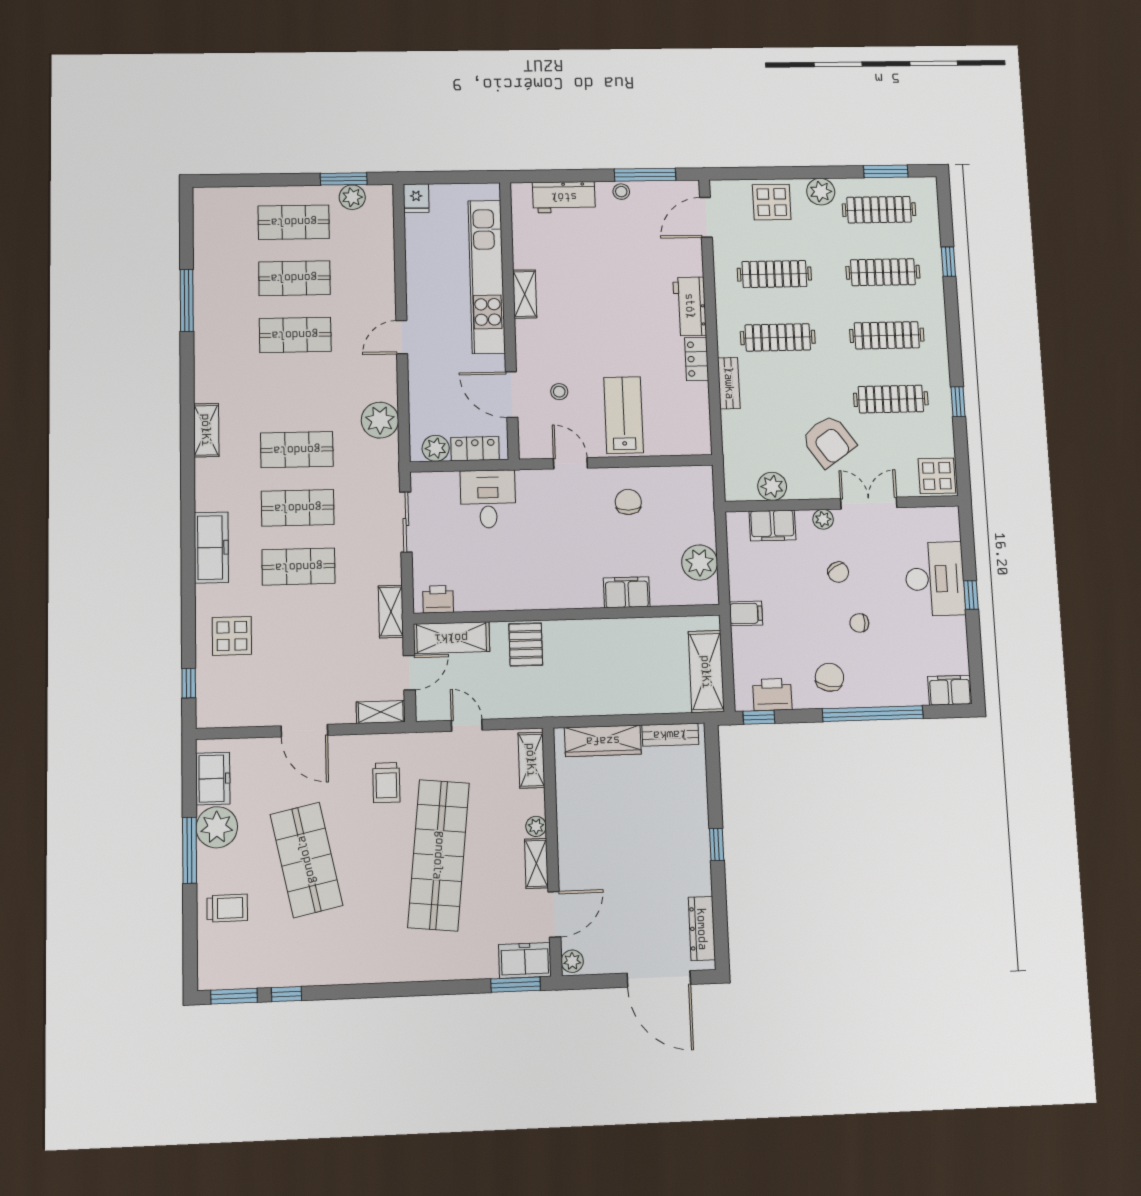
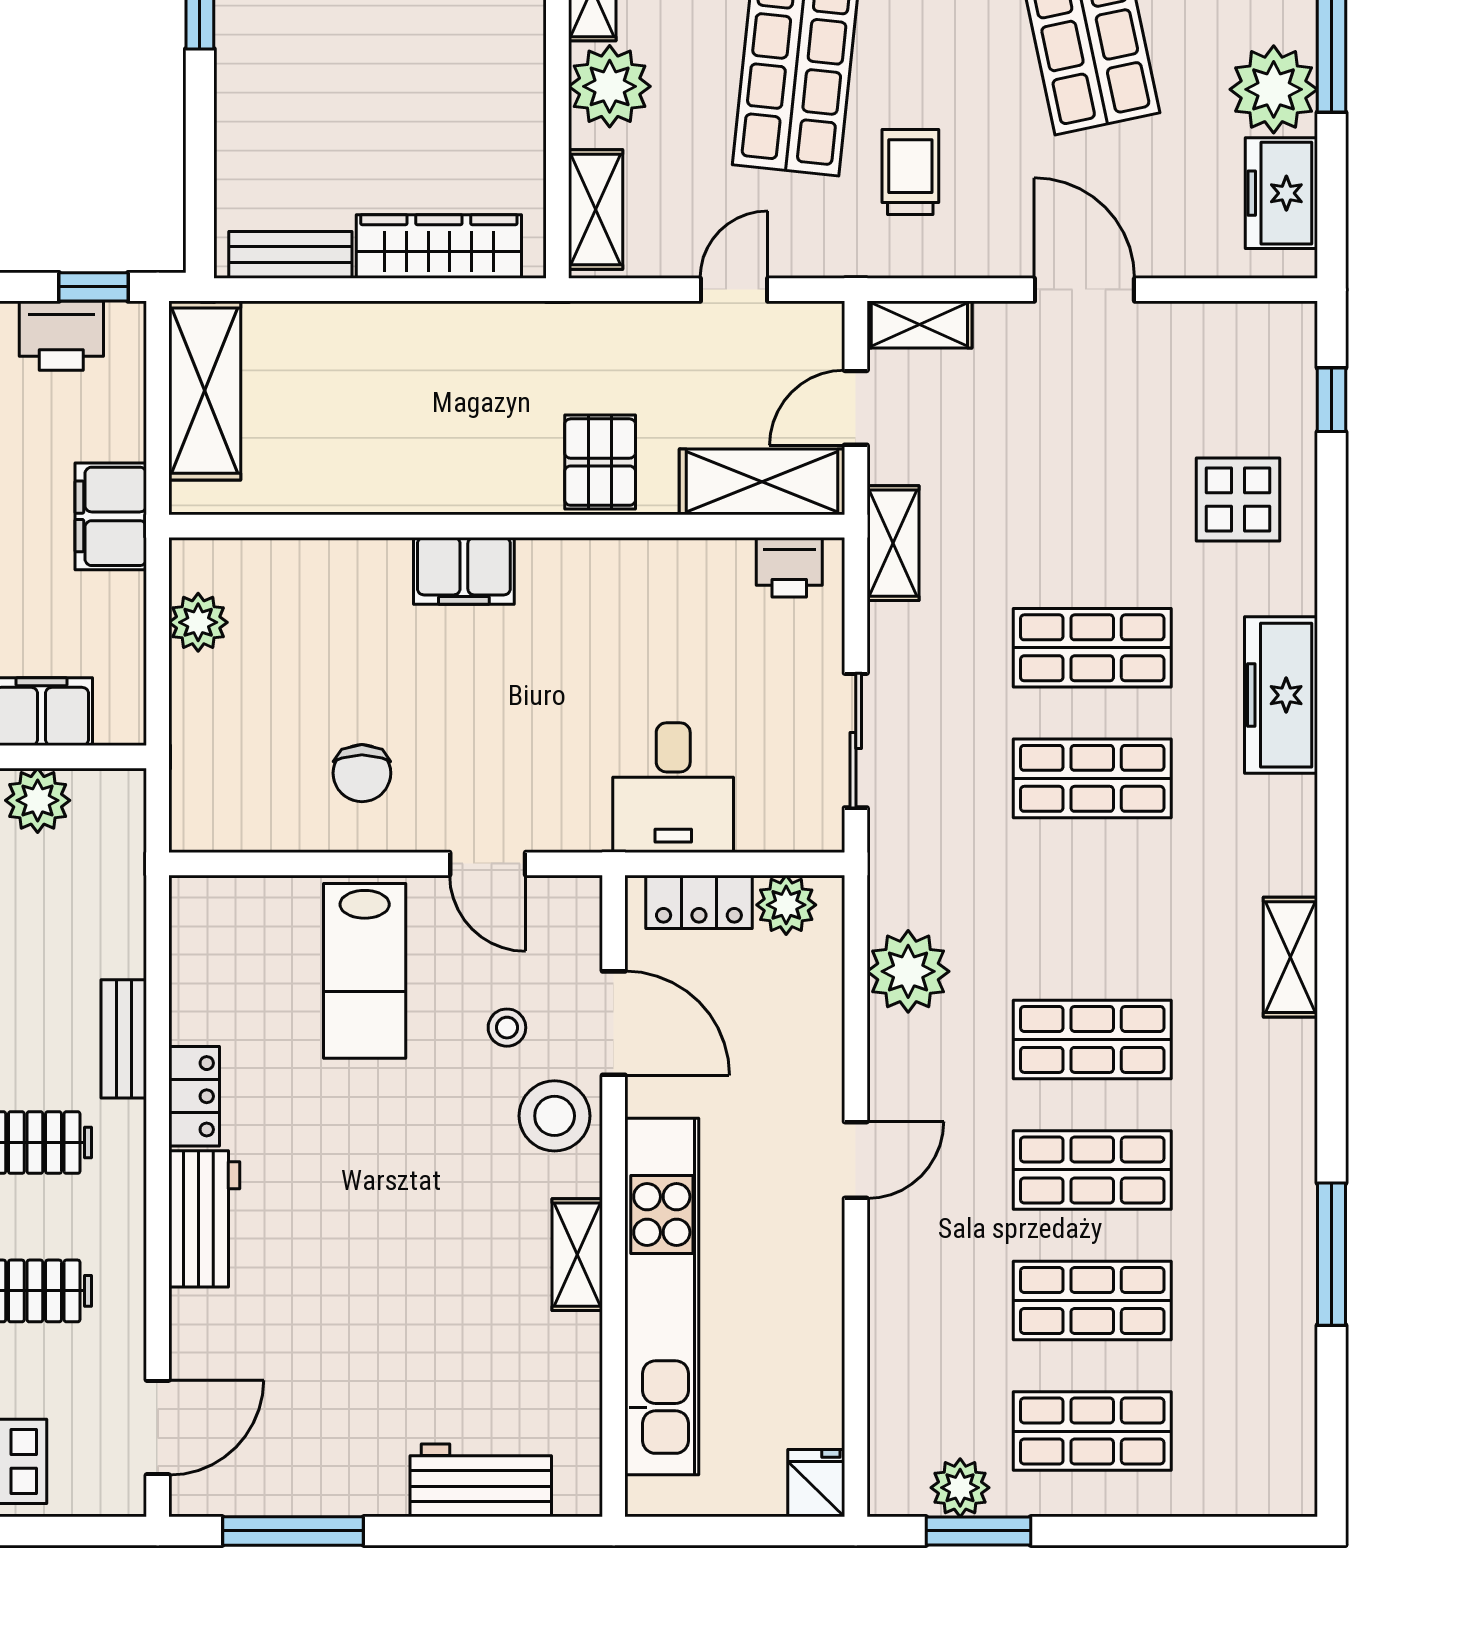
stool: (621, 192) -> (555, 1116), moved, width x1.89, depth x1.89
shop shelf: (297, 450) -> (1092, 1039), moved
plant: (700, 563) -> (198, 622), width x0.73, depth x0.73
filing cabinet: (627, 592) -> (464, 571), moved
filing cabinet: (746, 613) -> (111, 516), width x2.00
door: (467, 725) -> (734, 290), swing flipped
plant: (536, 826) -> (610, 86), width x1.87, depth x1.87

